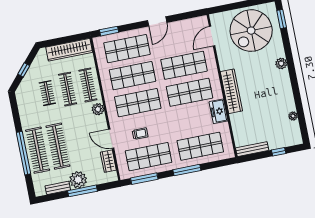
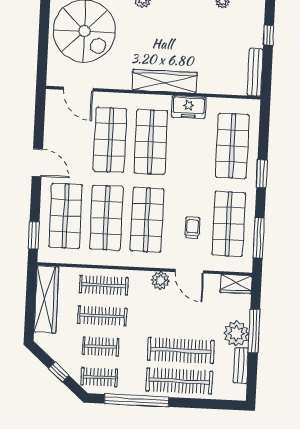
clothes rail: (27, 97) -> (99, 377), added
plant: (98, 109) -> (160, 280), moved
door: (111, 139) -> (189, 271), hinge flipped
window: (23, 153) -> (137, 400), moved
wardrobe: (108, 161) -> (236, 284), moved
window: (187, 170) -> (262, 174), width x0.69

